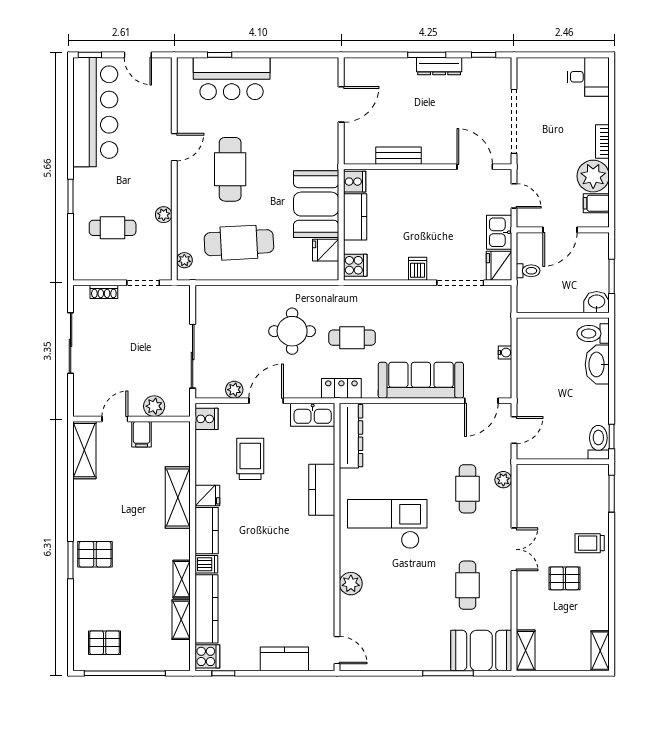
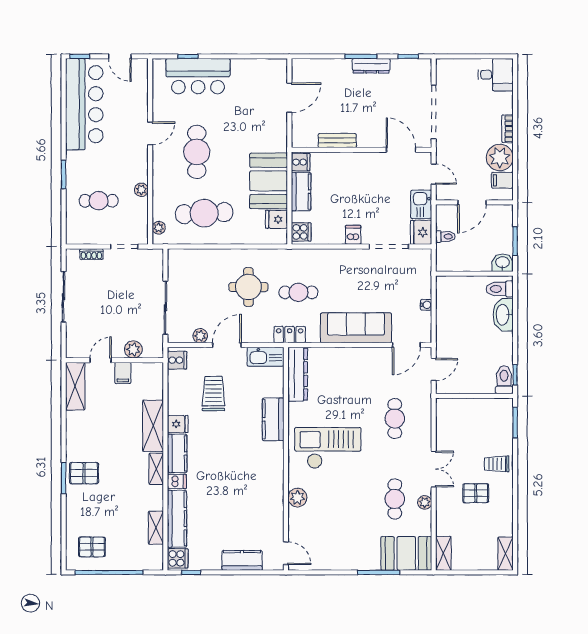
plant: (503, 480) -> (425, 502), moved
shelving: (182, 579) -> (156, 469), moved

